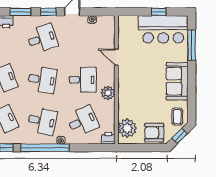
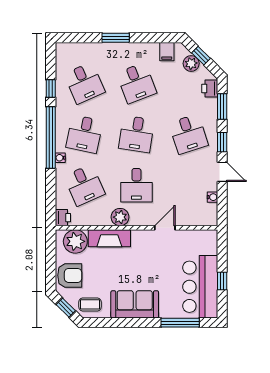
fireplace: (125, 101) -> (109, 238), added
armchair: (154, 133) -> (70, 275), turned 90

